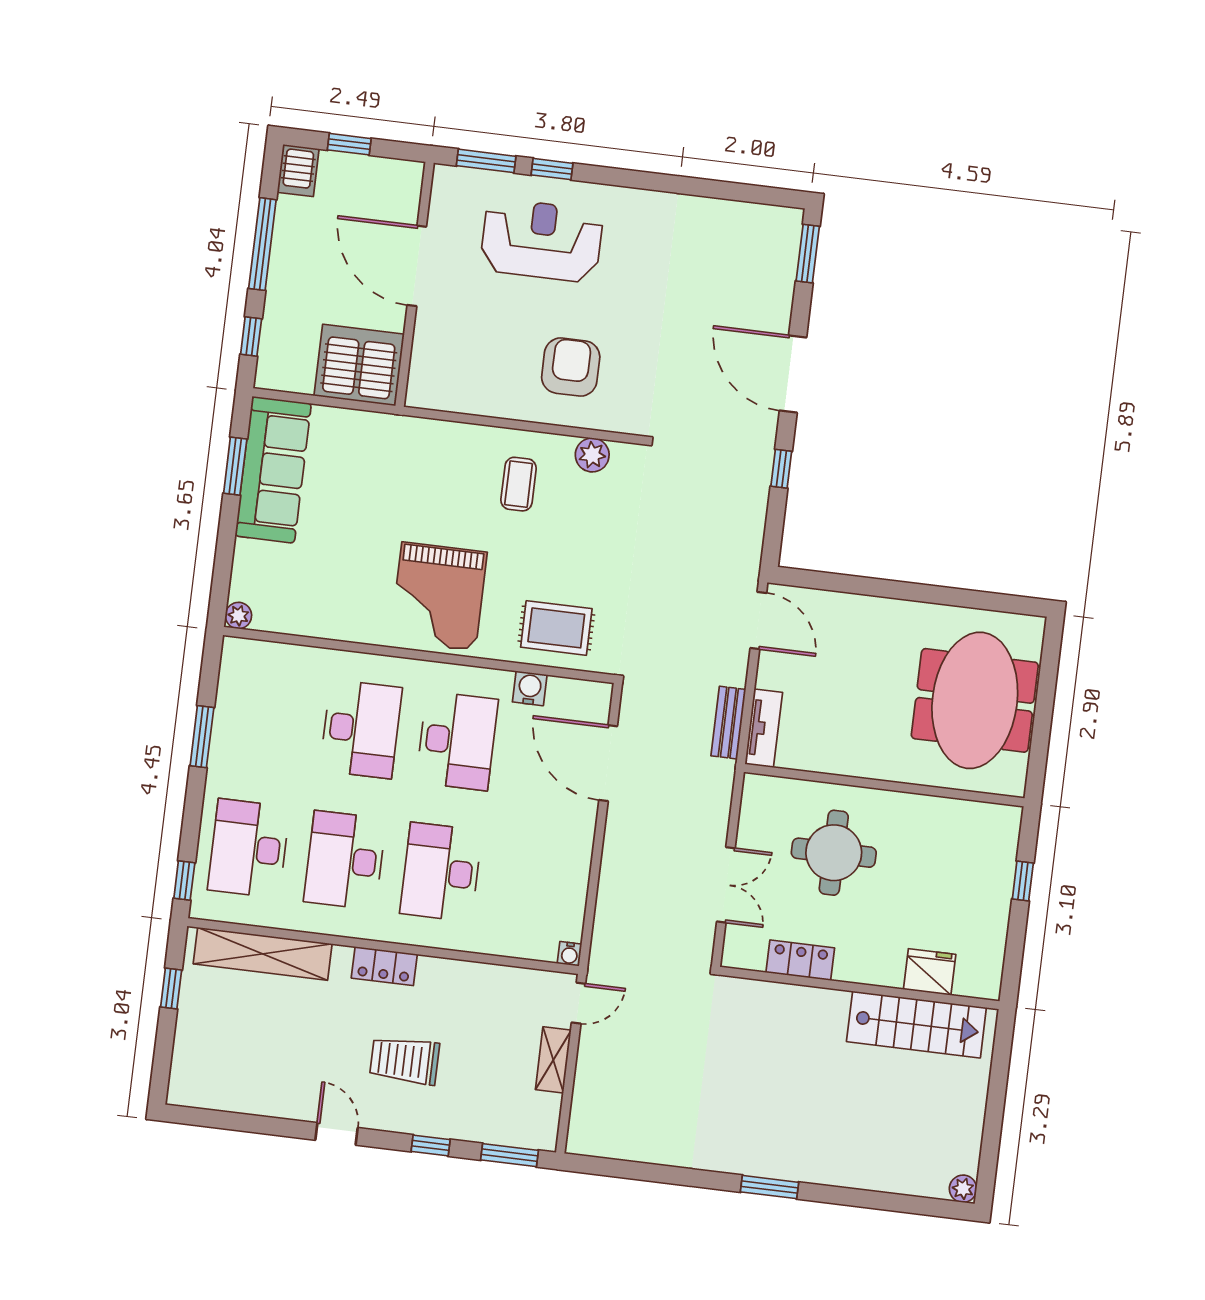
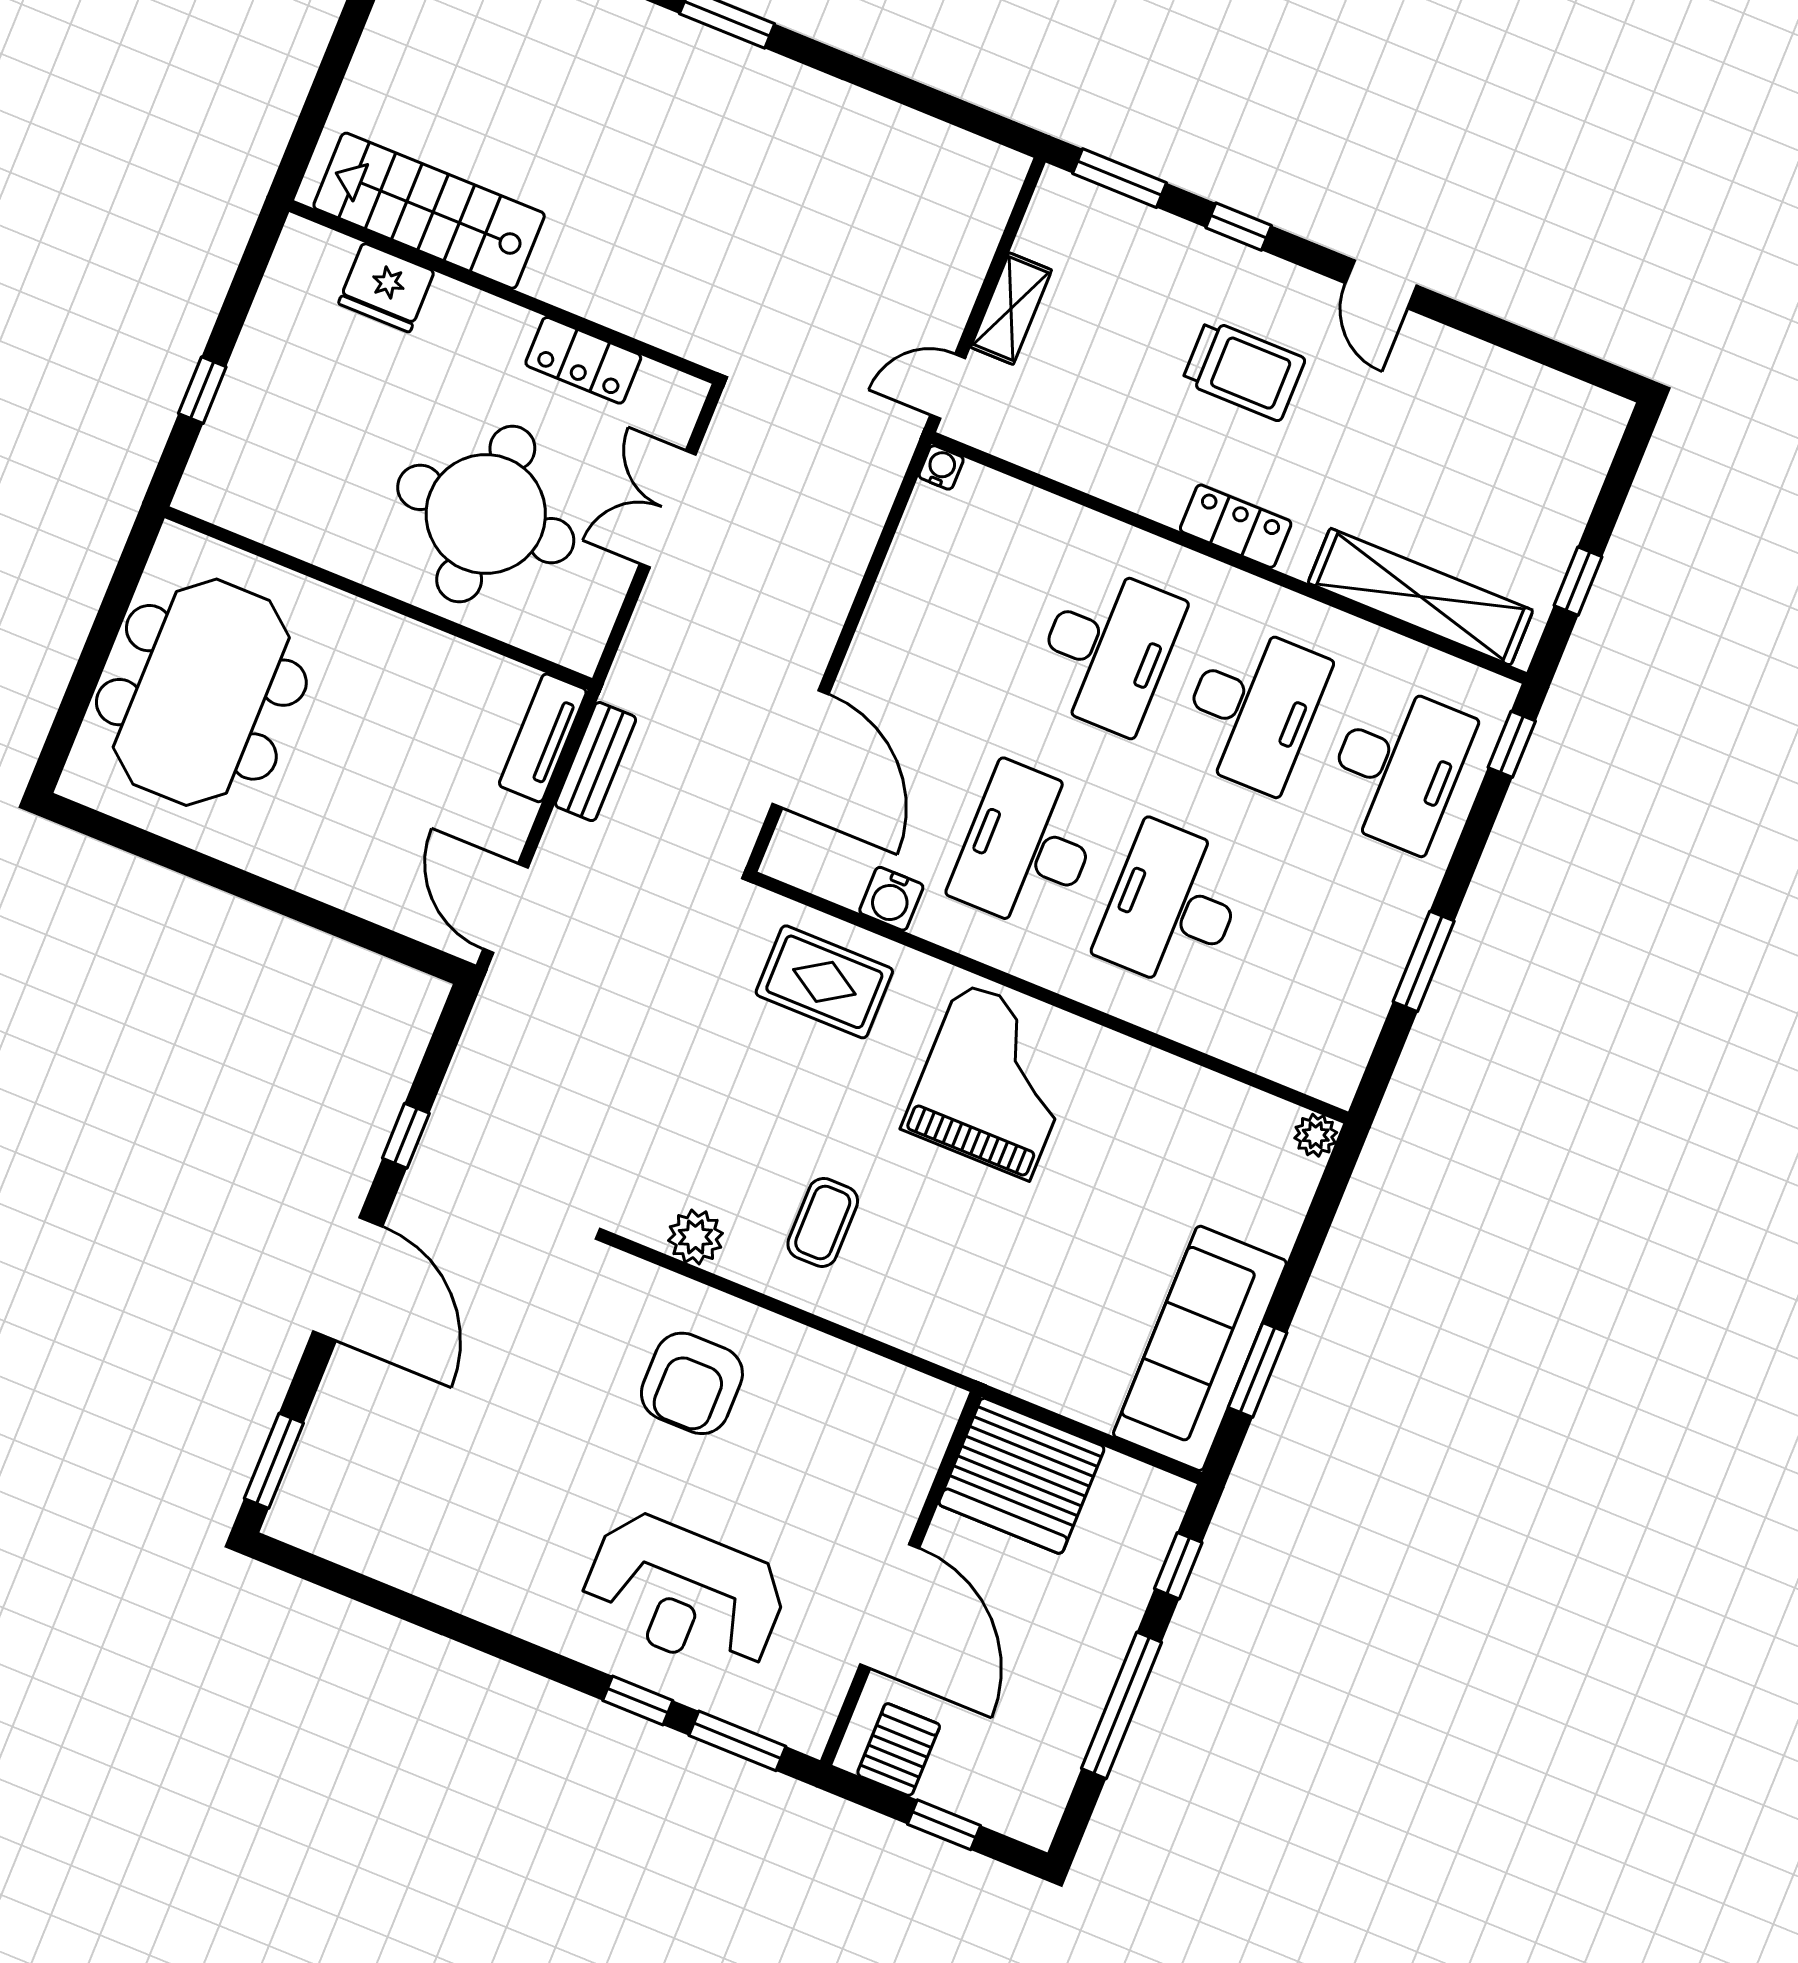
server rack: (298, 171) -> (898, 1750), moved
round table: (834, 853) -> (486, 514), width x1.36, depth x1.36

